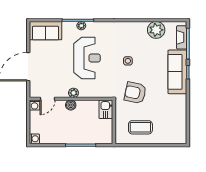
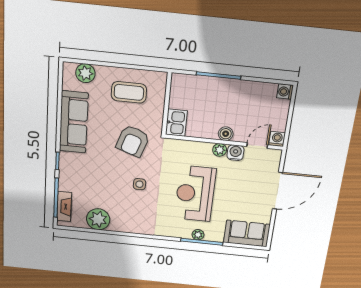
sofa: (177, 72) -> (74, 122), moved
water cooler: (62, 92) -> (235, 153), added
armchair: (135, 93) -> (133, 141), turned 97
plant: (171, 137) -> (85, 73), added

